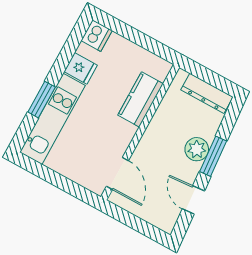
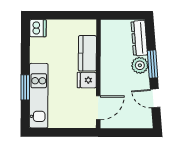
fridge: (81, 68) -> (87, 80), moved, turned 180
dresser: (207, 93) -> (139, 38), moved, turned 85
door: (117, 173) -> (98, 108), hinge flipped

